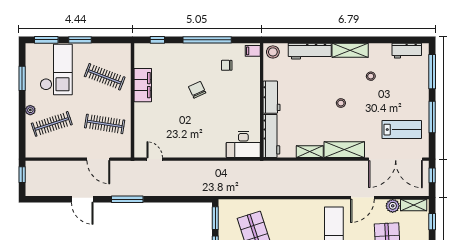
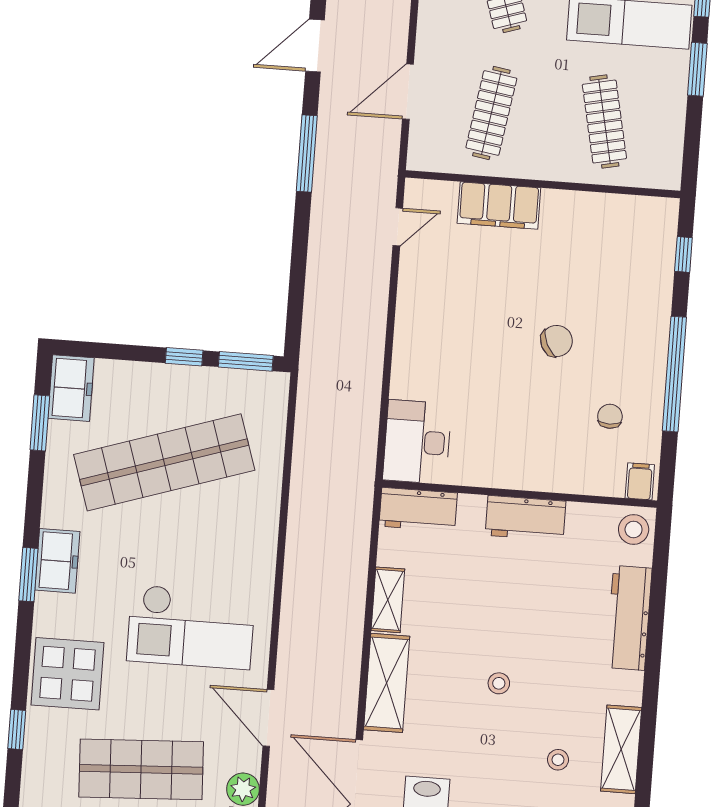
shelving: (350, 50) -> (621, 749), moved
clothes rail: (105, 77) -> (604, 122), turned -33
filing cabinet: (143, 85) -> (499, 206), moved
workbench: (271, 136) -> (418, 510), width x0.73

